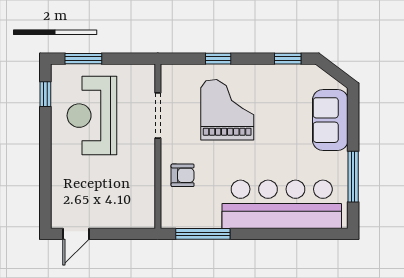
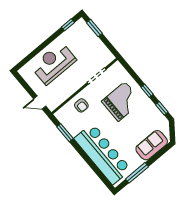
window: (218, 59) -> (147, 91), moved
reception desk: (92, 116) -> (54, 63), moved
door: (76, 234) -> (40, 103), moved
window: (203, 234) -> (65, 133), width x0.69

